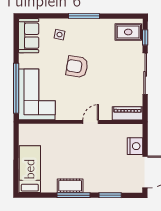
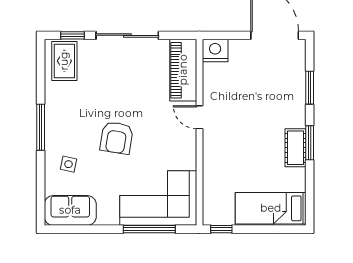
window: (16, 88) -> (149, 229), width x0.68
piano: (127, 113) -> (183, 70), width x1.37, depth x1.33
window: (16, 136) -> (221, 229), added
nightstand: (135, 146) -> (215, 51), moved
window: (74, 195) -> (310, 143), width x0.69

